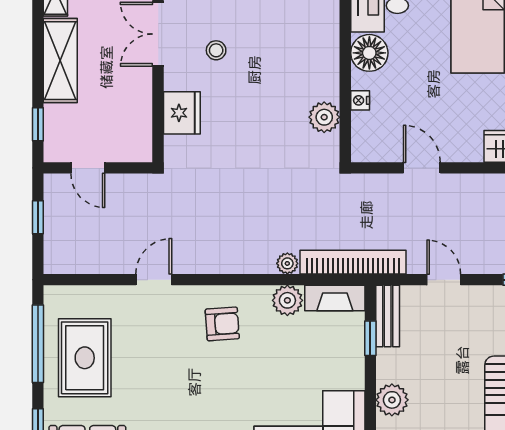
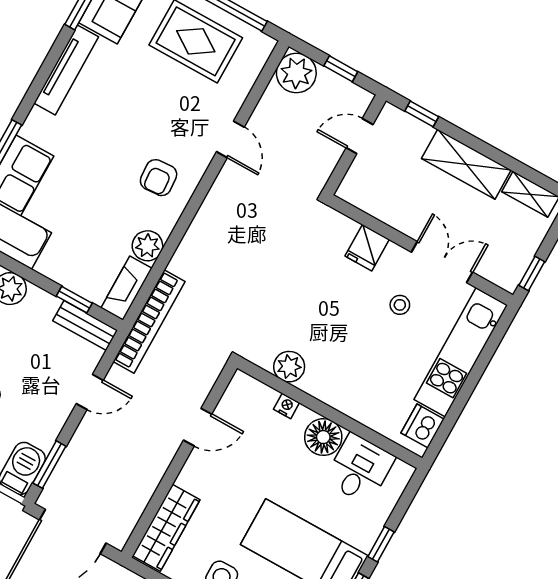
fridge: (182, 113) -> (367, 248), width x0.72
plant: (287, 263) -> (296, 73), moved, width x1.87, depth x1.87

